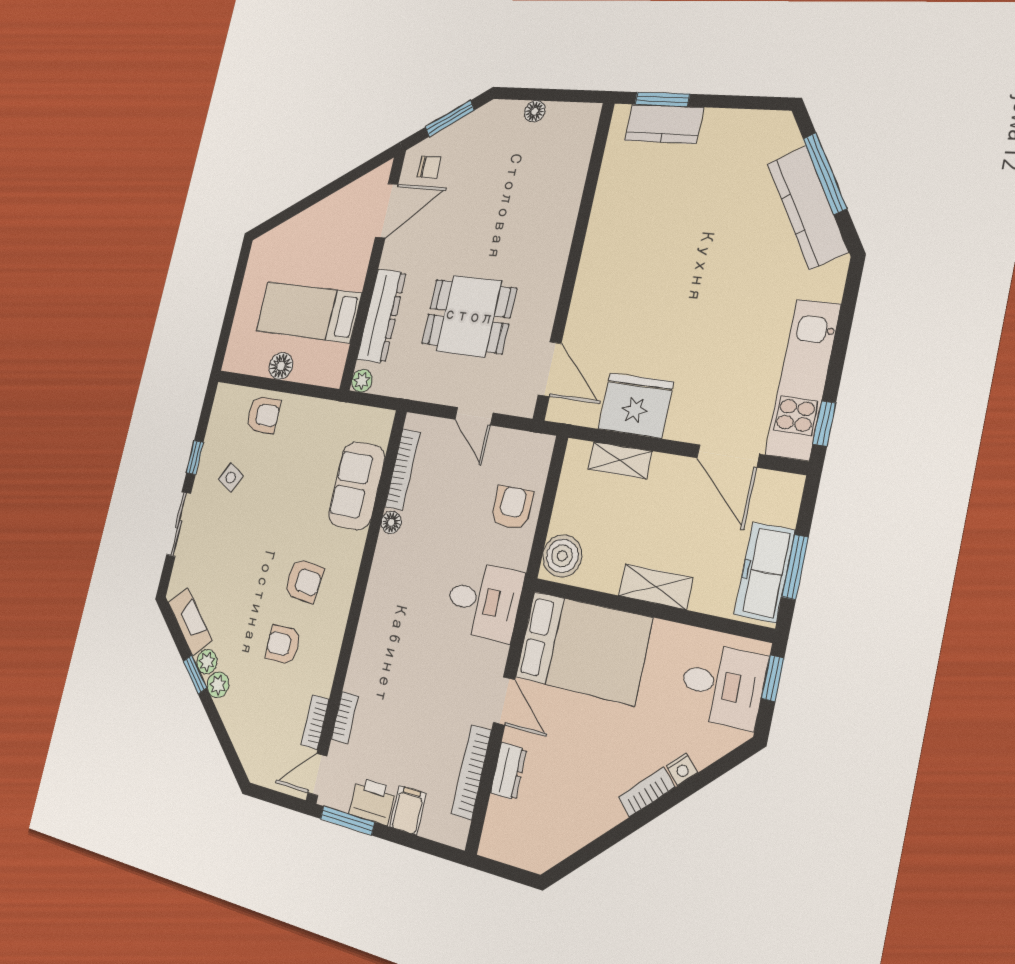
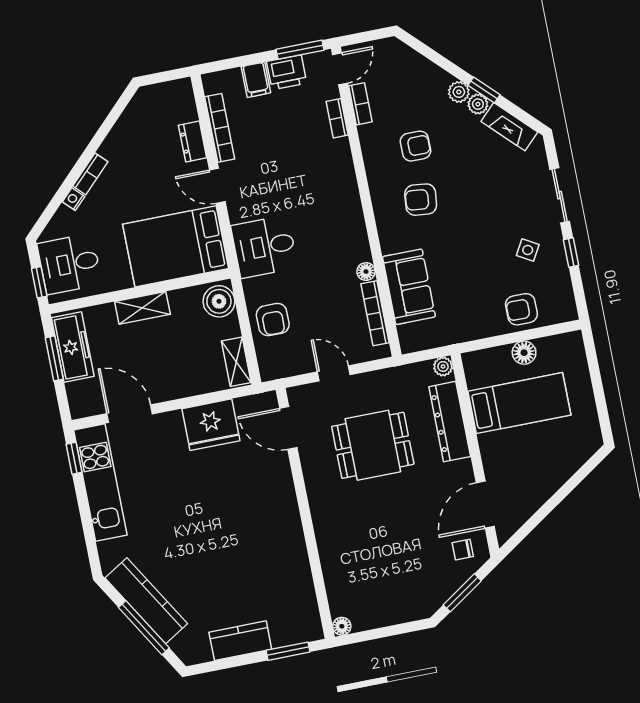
floor lamp: (535, 111) -> (342, 626), moved
kitchen counter: (664, 124) -> (240, 641), moved
shelving: (620, 460) -> (236, 362), moved, turned 90

